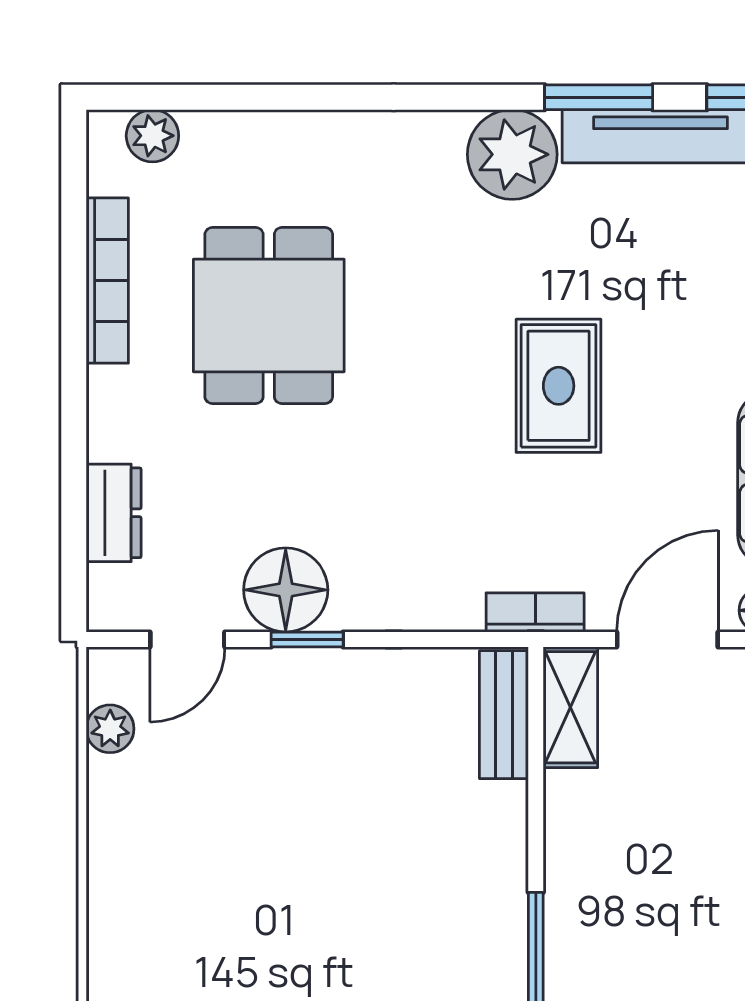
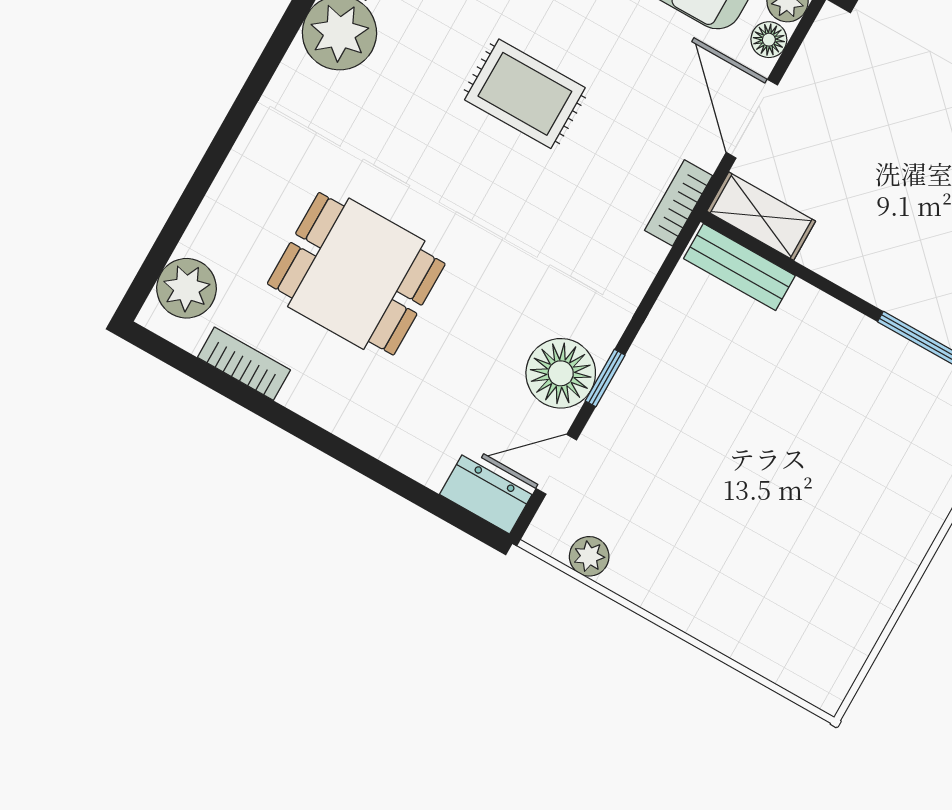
plant: (152, 136) -> (187, 288), width x1.38, depth x1.38
bookcase: (107, 281) -> (244, 364), width x0.64
dresser: (114, 513) -> (486, 494), moved
door: (187, 639) -> (556, 464), swing flipped

